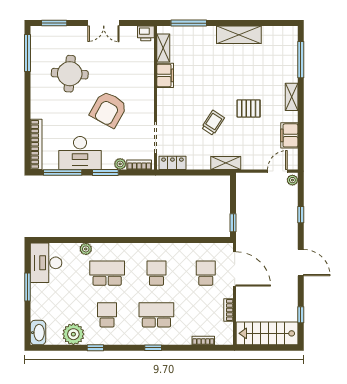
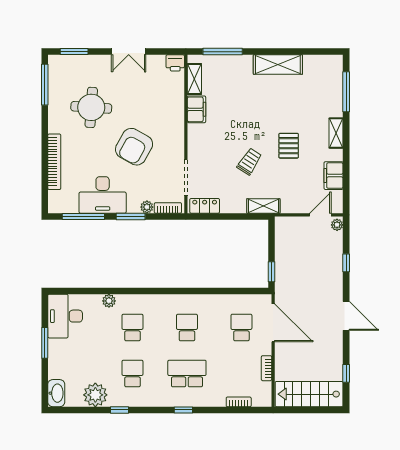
pallet: (249, 108) -> (289, 146), turned 90
bookcase: (36, 144) -> (54, 162), moved
school desk: (107, 273) -> (132, 327), width x0.54

